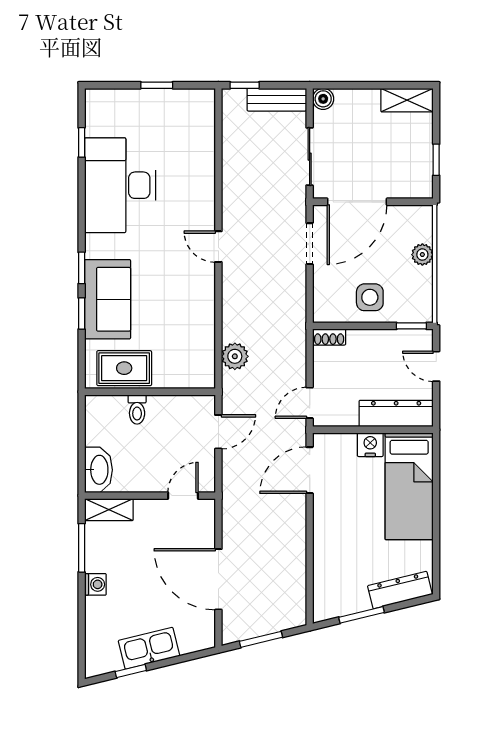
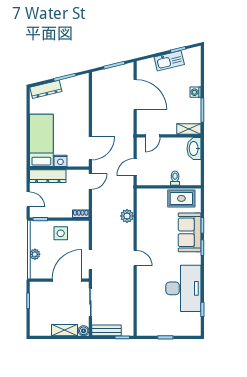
shelving: (407, 100) -> (65, 330), moved
plant: (235, 356) -> (127, 216), moved

